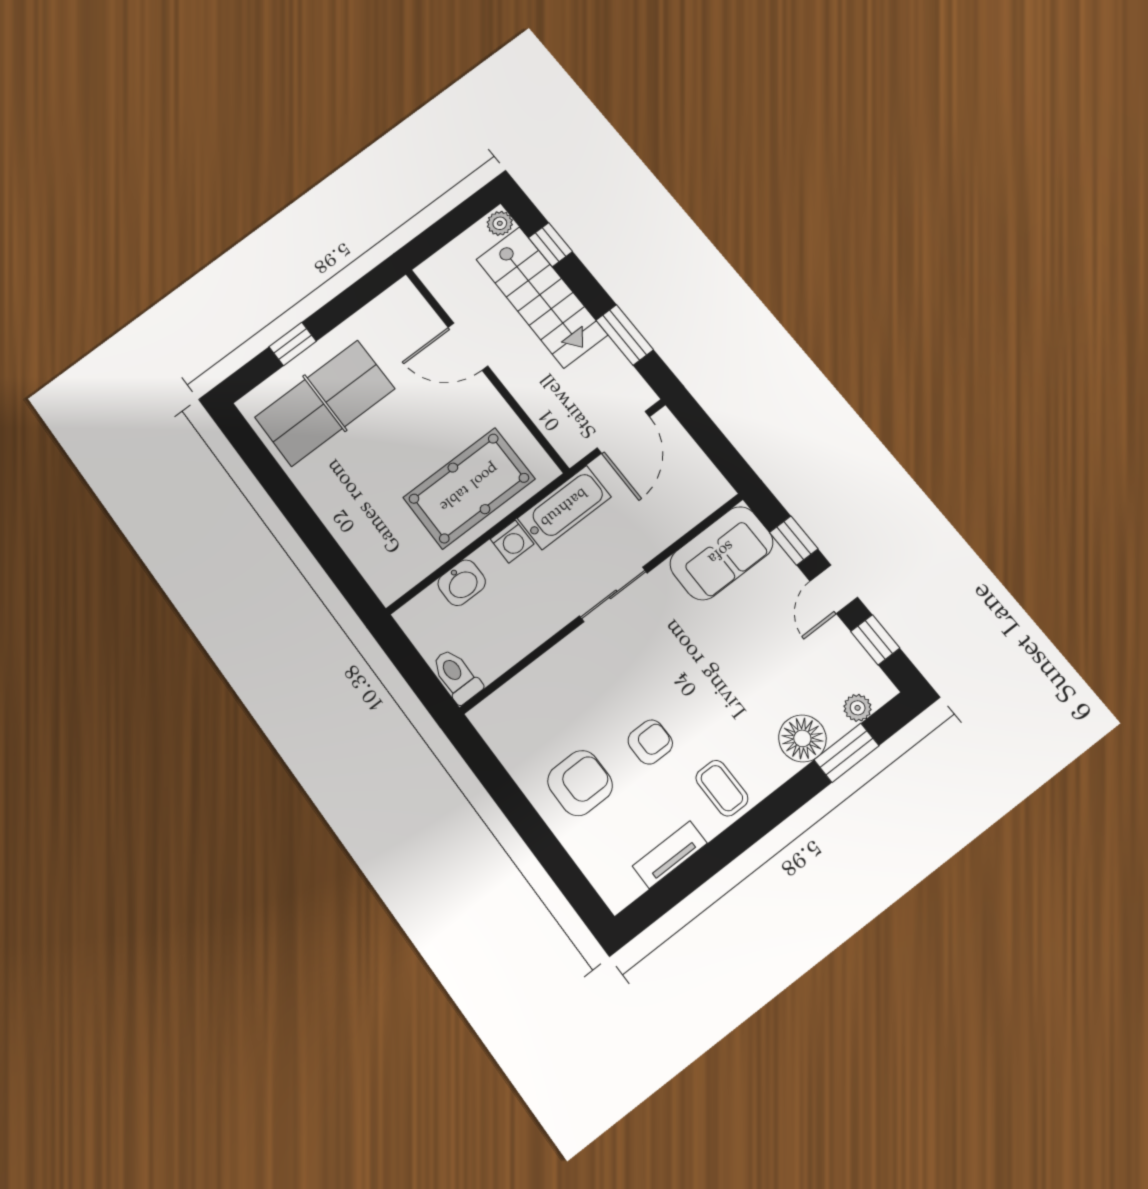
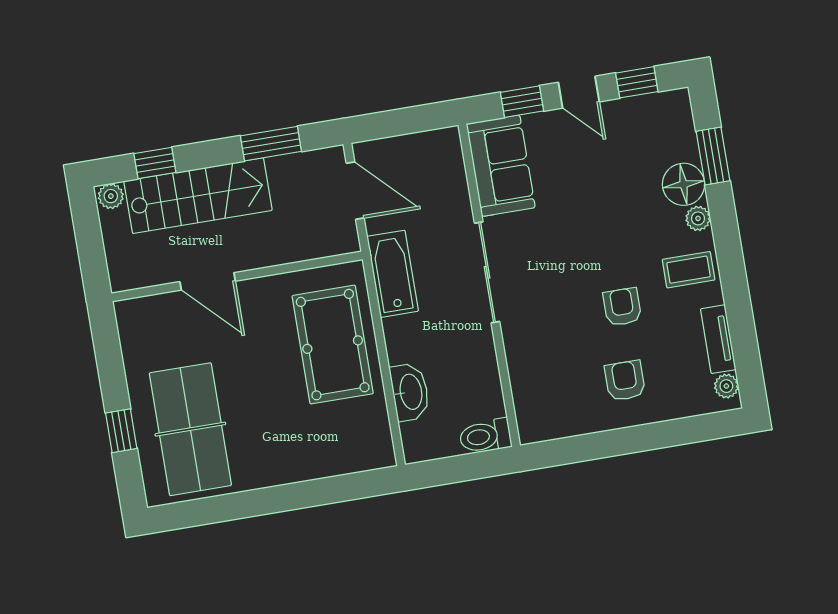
door: (468, 347) -> (208, 281), hinge flipped
washing machine: (512, 541) -> (398, 332), removed
washbasin: (462, 583) -> (410, 392), width x1.38
sliding door: (613, 594) -> (487, 272), width x1.37
plant: (858, 708) -> (698, 218), moved
armchair: (580, 783) -> (625, 381), width x0.72, depth x0.72
plant: (628, 888) -> (726, 386), added

